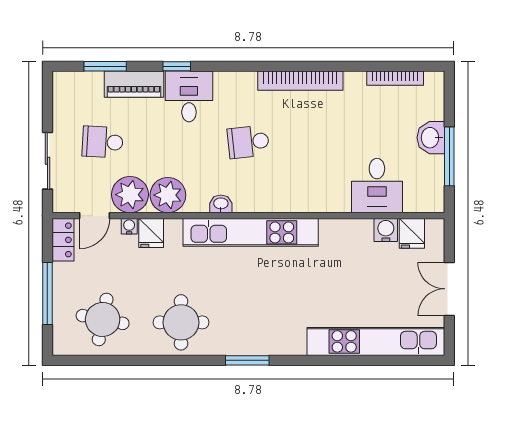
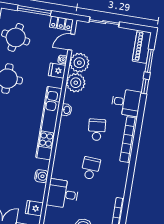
window: (177, 66) -> (145, 86), moved
bookcase: (300, 81) -> (128, 140), moved
piano: (134, 84) -> (142, 47), moved
school desk: (103, 142) -> (91, 168), moved
door: (95, 216) -> (71, 42), hinge flipped
water cooler: (386, 230) -> (41, 176), moved

